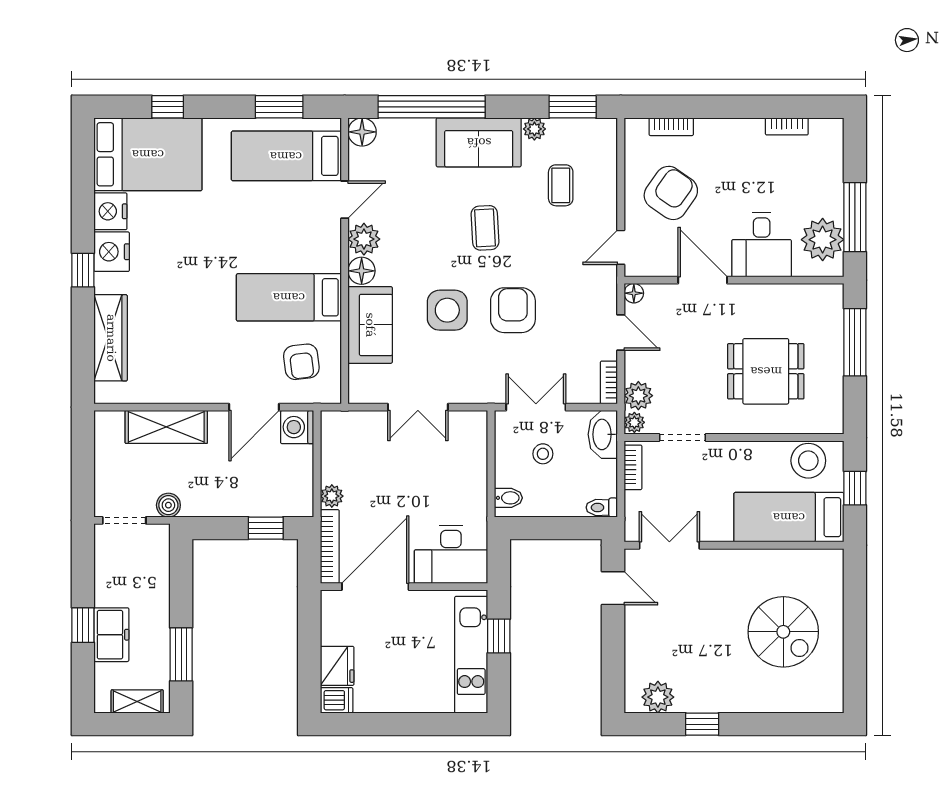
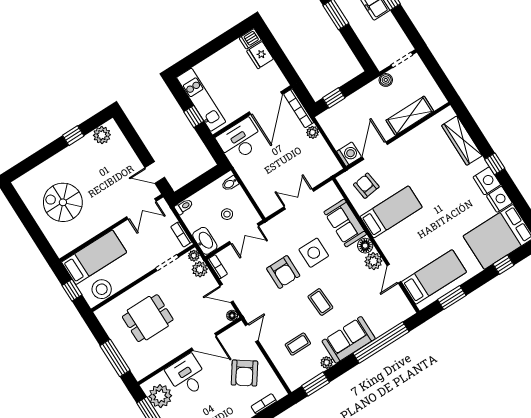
floor lamp: (362, 132) -> (406, 310), removed
coffee table: (561, 185) -> (298, 344), turned 90

